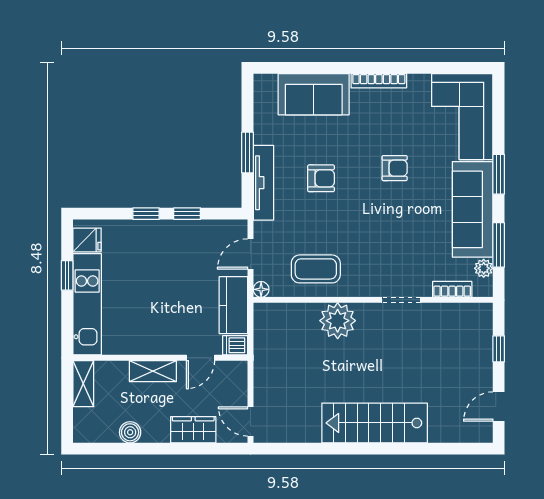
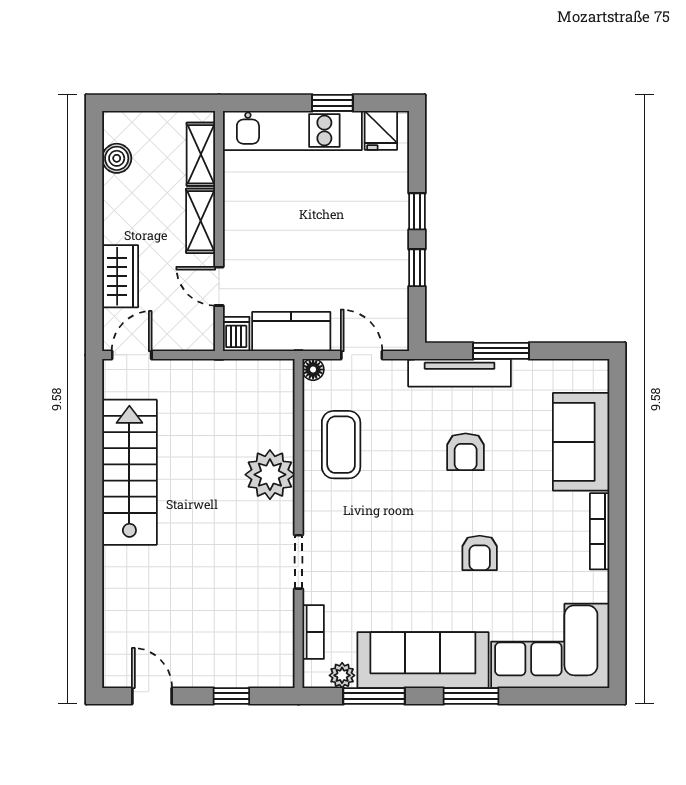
shelving: (83, 384) -> (201, 154), moved, turned 90
stairs: (375, 423) -> (129, 472), moved
boiler: (130, 432) -> (117, 158), moved

